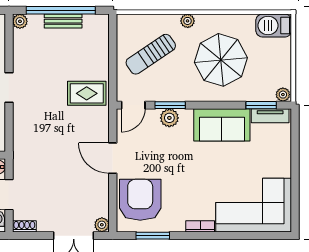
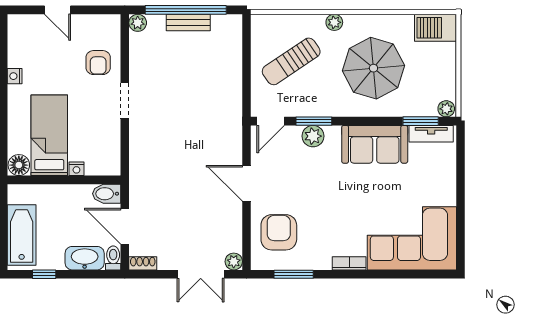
rug: (87, 93) -> (216, 107), removed
armchair: (140, 200) -> (279, 232), width x0.73, depth x0.73

